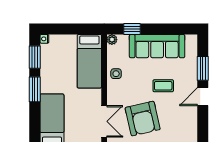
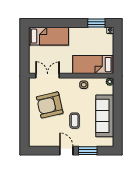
window: (132, 29) -> (118, 97), removed
window: (35, 89) -> (72, 23), removed
double door: (104, 121) -> (48, 76), swing flipped

